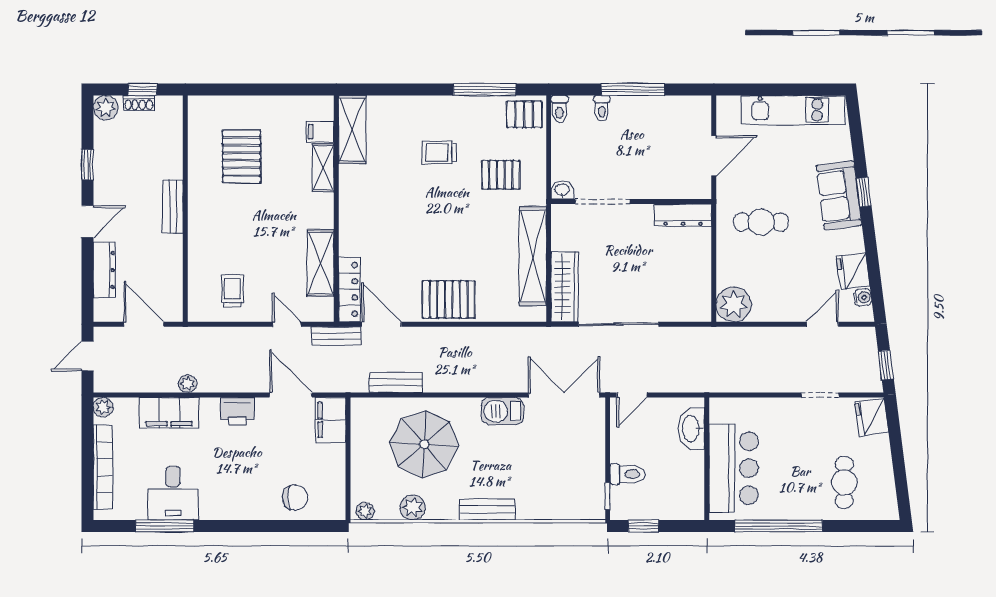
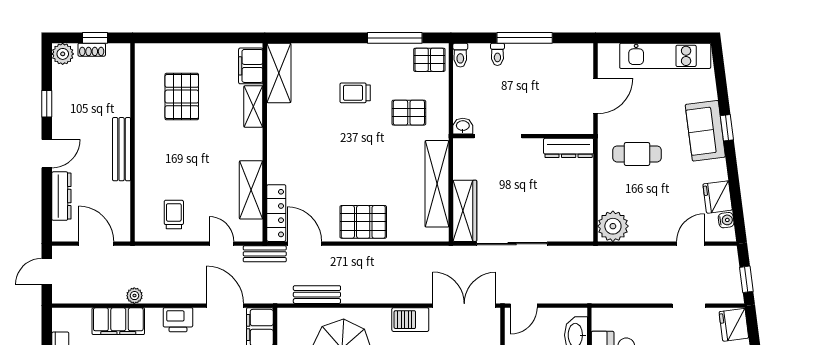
filing cabinet: (320, 132) -> (251, 66), width x2.00
bench: (173, 207) -> (122, 149), width x1.36
plant: (103, 407) -> (60, 316), removed

